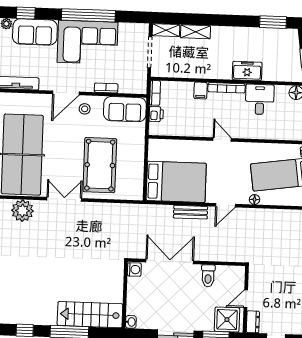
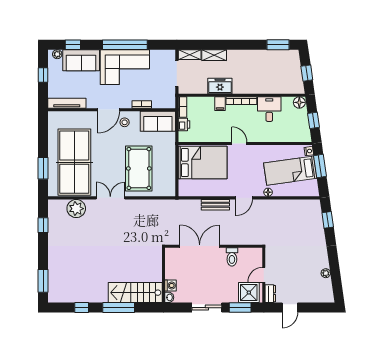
freezer: (247, 71) -> (220, 86), moved
bed: (176, 182) -> (203, 163), moved
washing machine: (134, 270) -> (171, 286), moved

